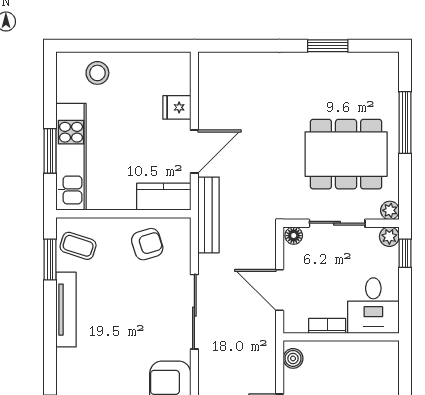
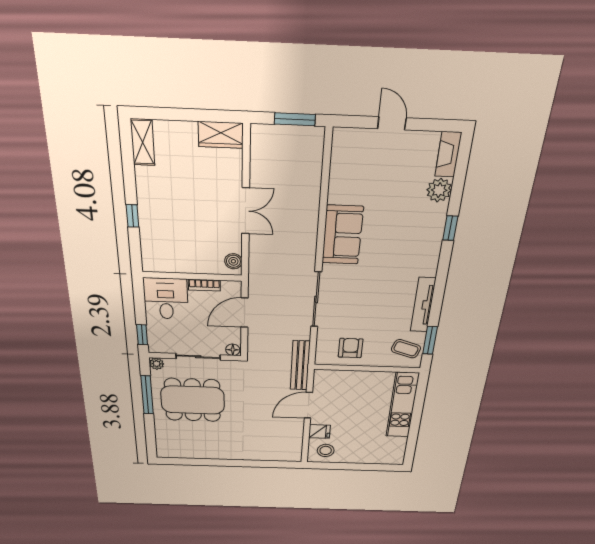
window: (328, 46) -> (208, 462), removed
stool: (97, 73) -> (326, 450), moved
window: (405, 123) -> (147, 395), moved
window: (50, 151) -> (418, 409), removed
kitchen counter: (164, 197) -> (334, 378), removed
plant: (389, 237) -> (156, 346), removed
armchair: (147, 244) -> (351, 348), turned 107
door: (280, 290) -> (245, 313), swing flipped

